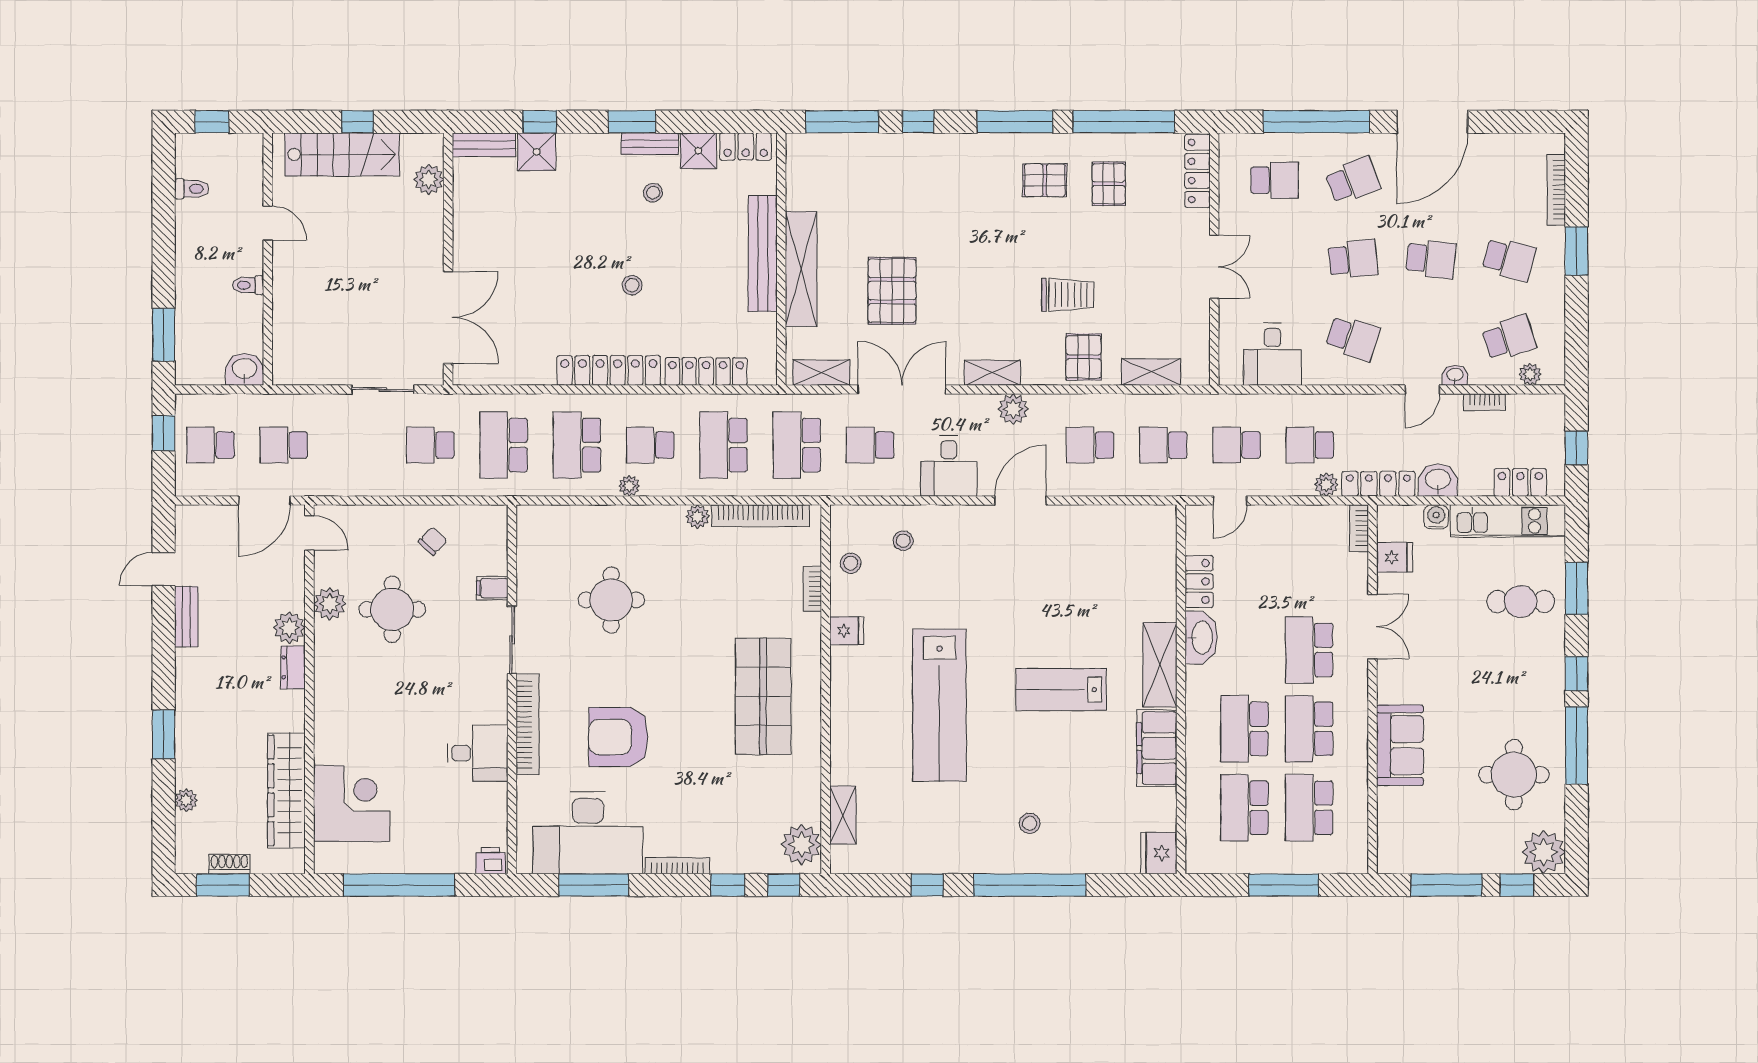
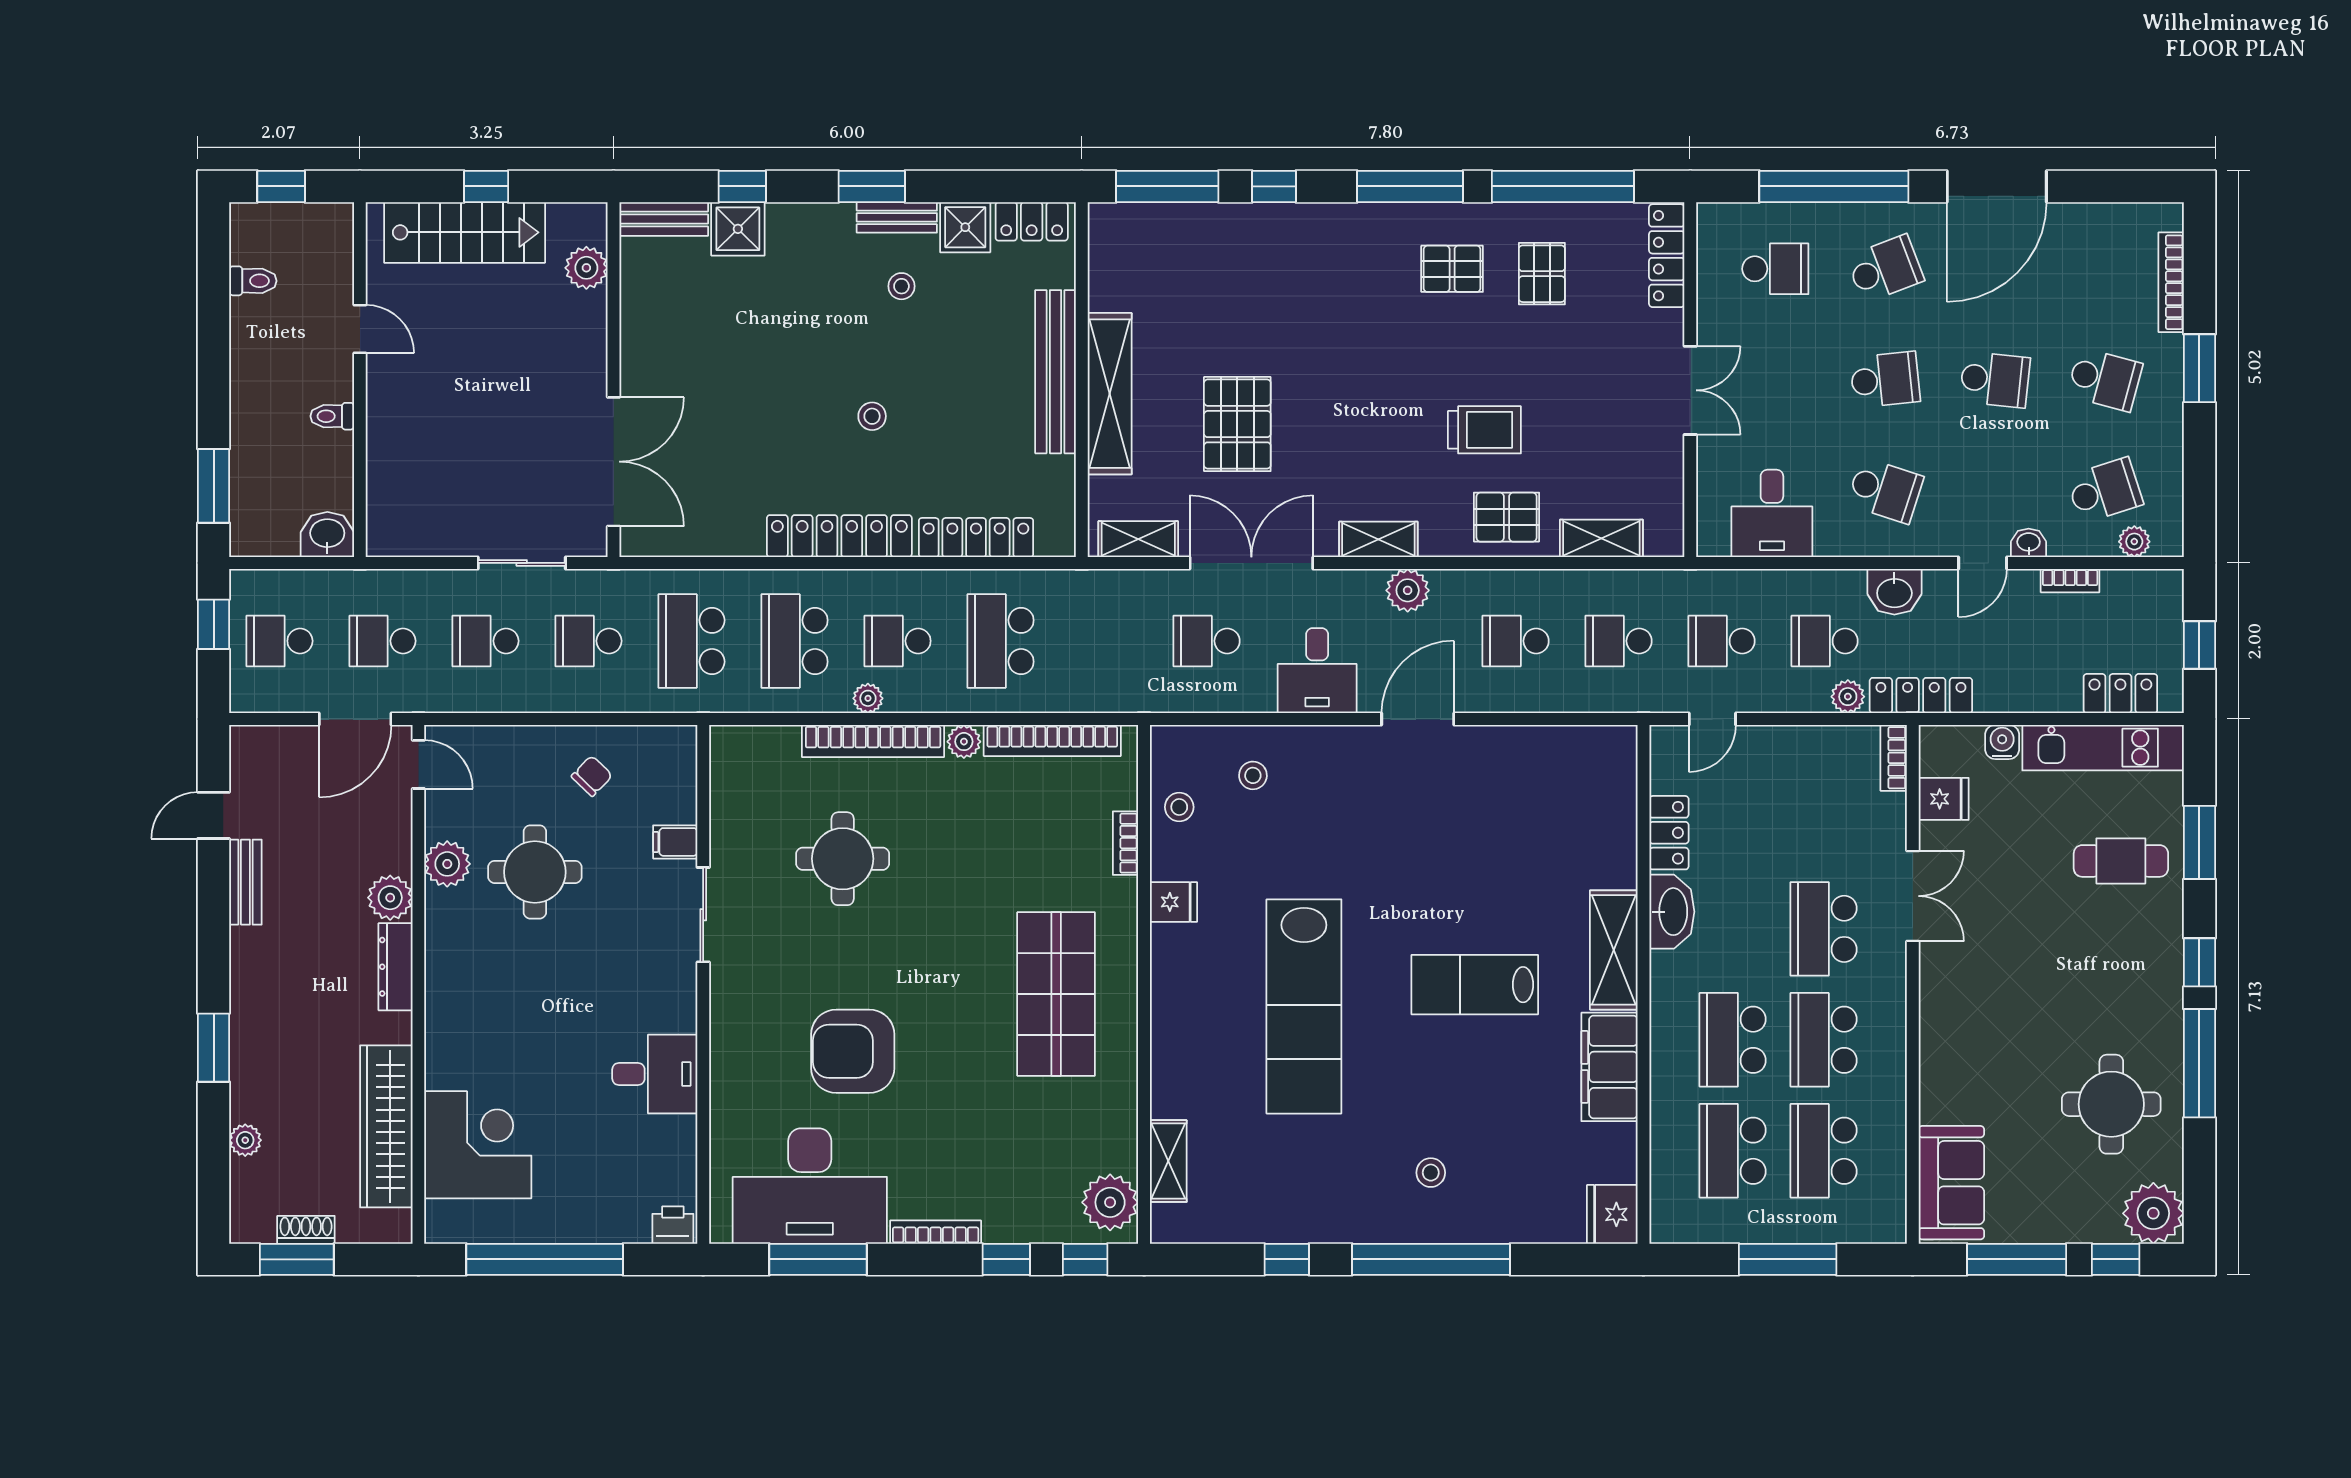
pallet: (1084, 357) -> (1507, 517), turned 90
school desk: (797, 445) -> (485, 641), moved, width x0.54
washbasin: (1438, 480) -> (1894, 592), moved, turned 180
dresser: (293, 667) -> (395, 967), width x1.44
bookcase: (528, 724) -> (873, 741), moved, turned 90
sofa: (1400, 745) -> (1951, 1183), moved

